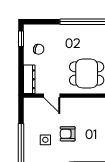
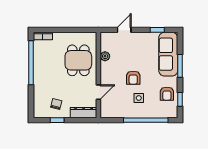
window: (21, 39) -> (57, 120), moved
plant: (91, 103) -> (105, 56), added

